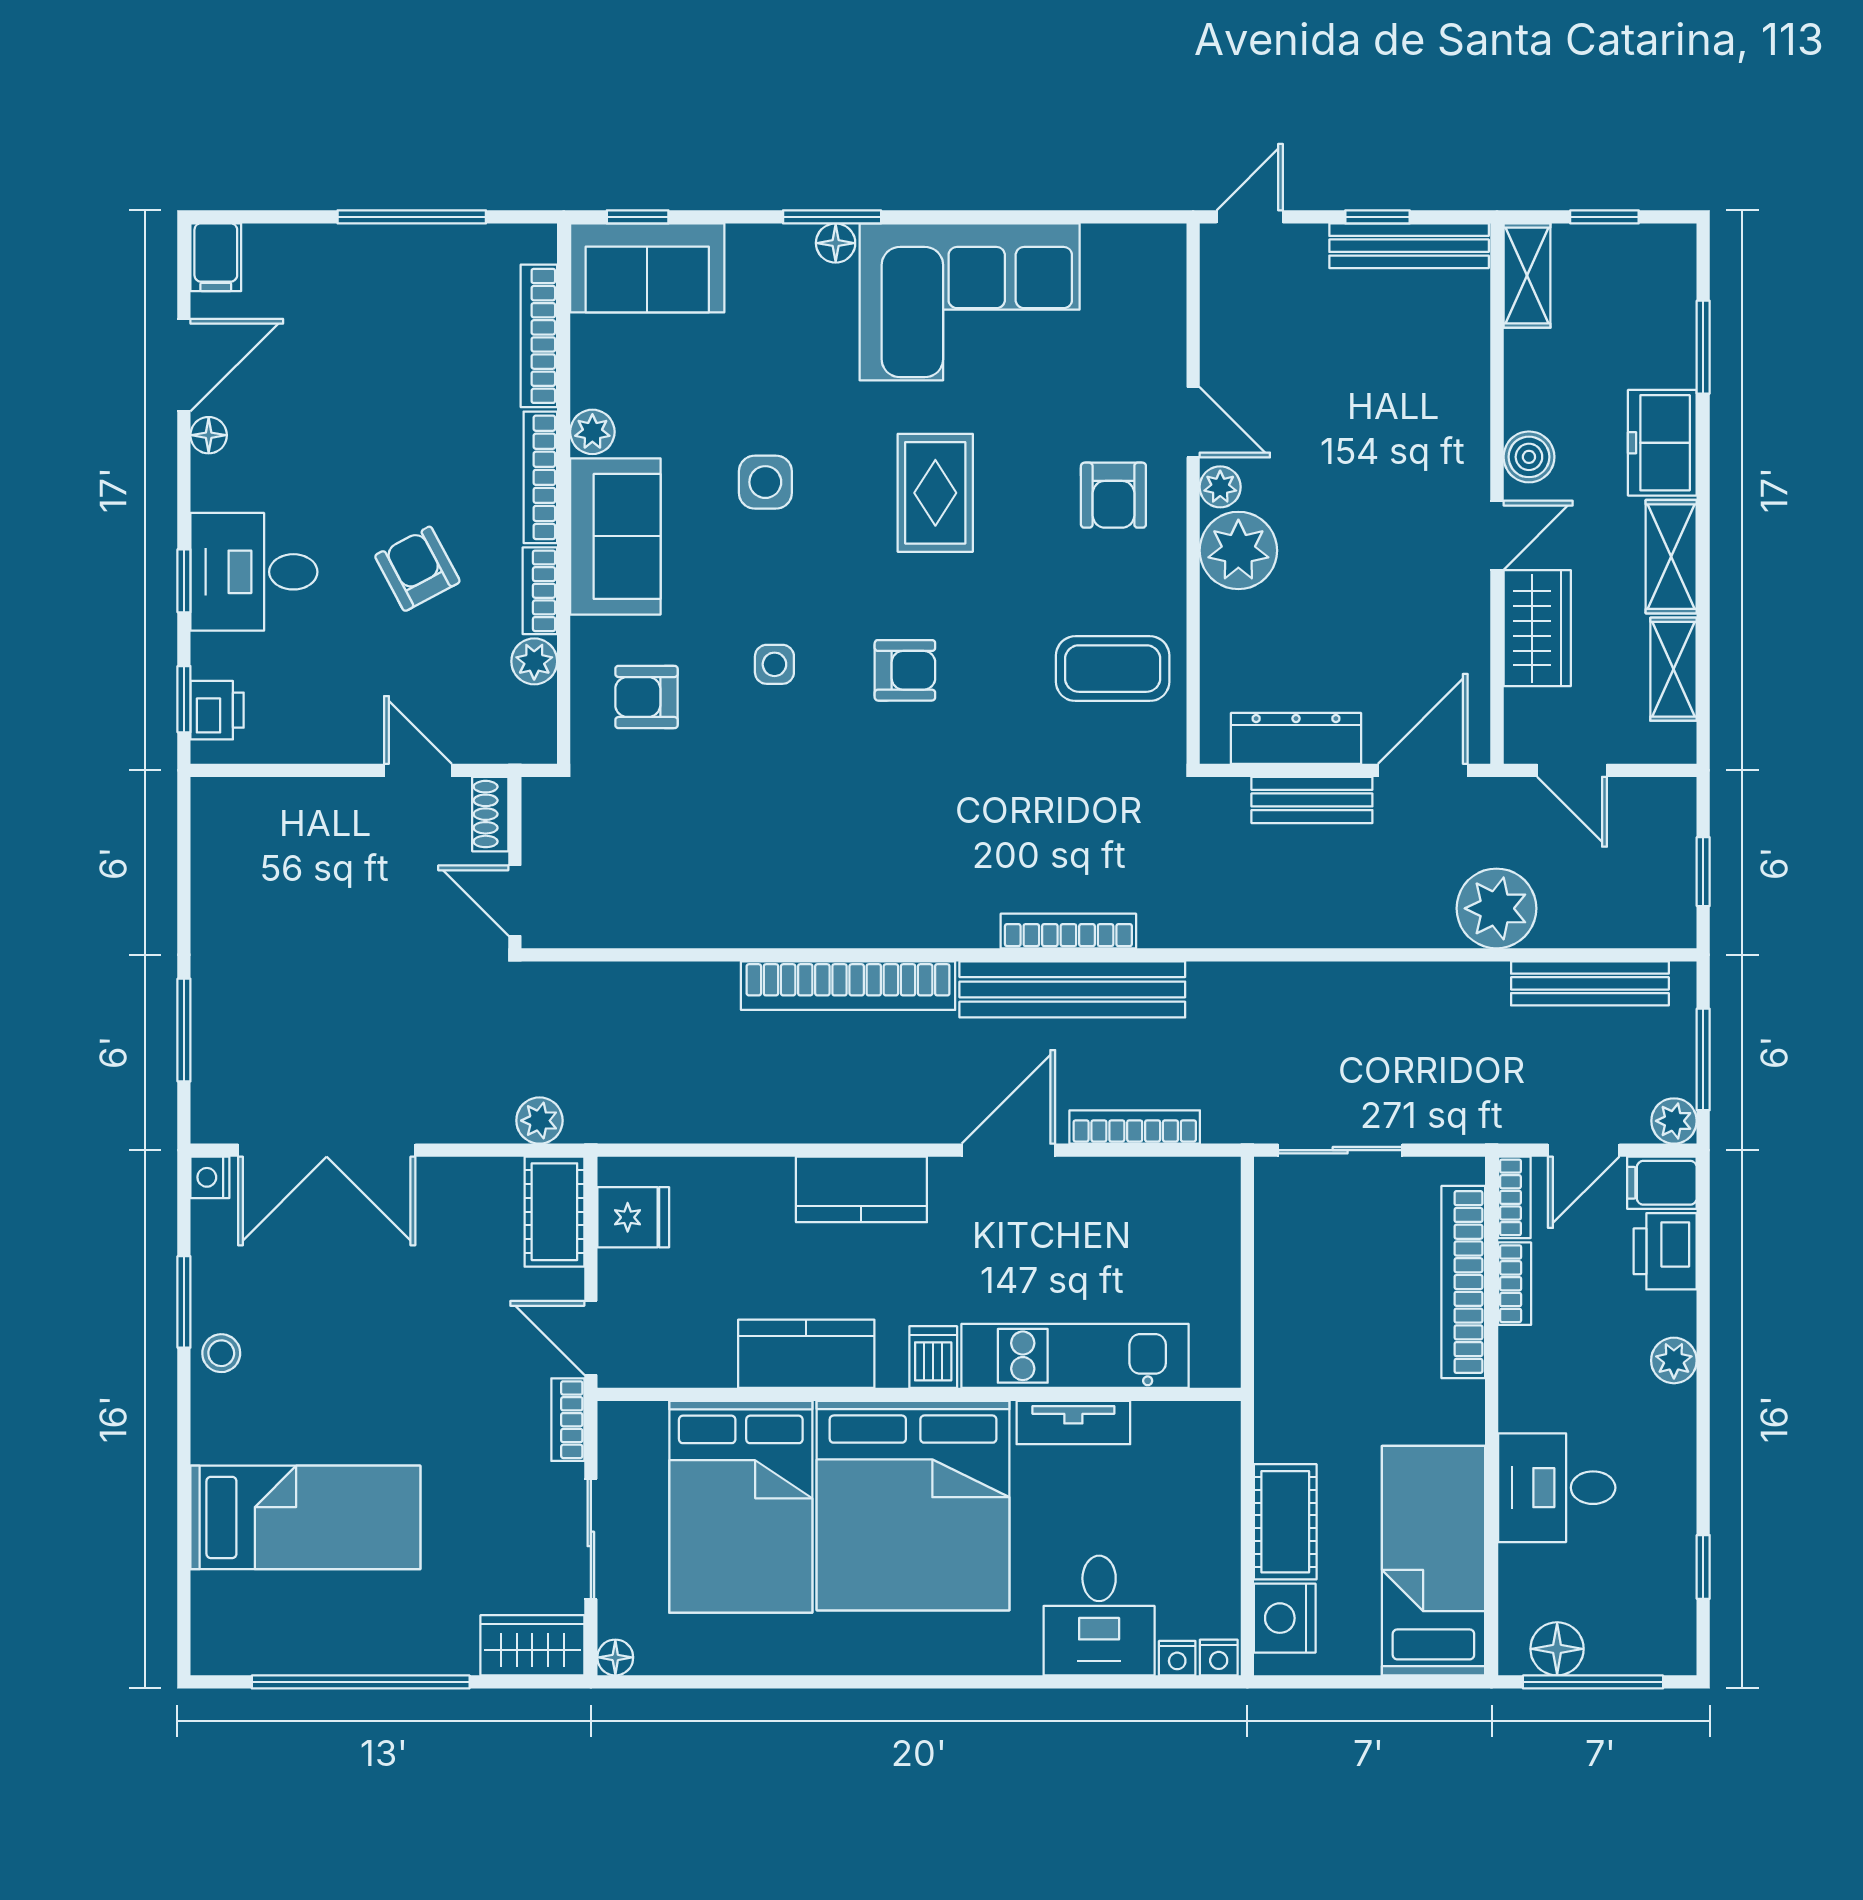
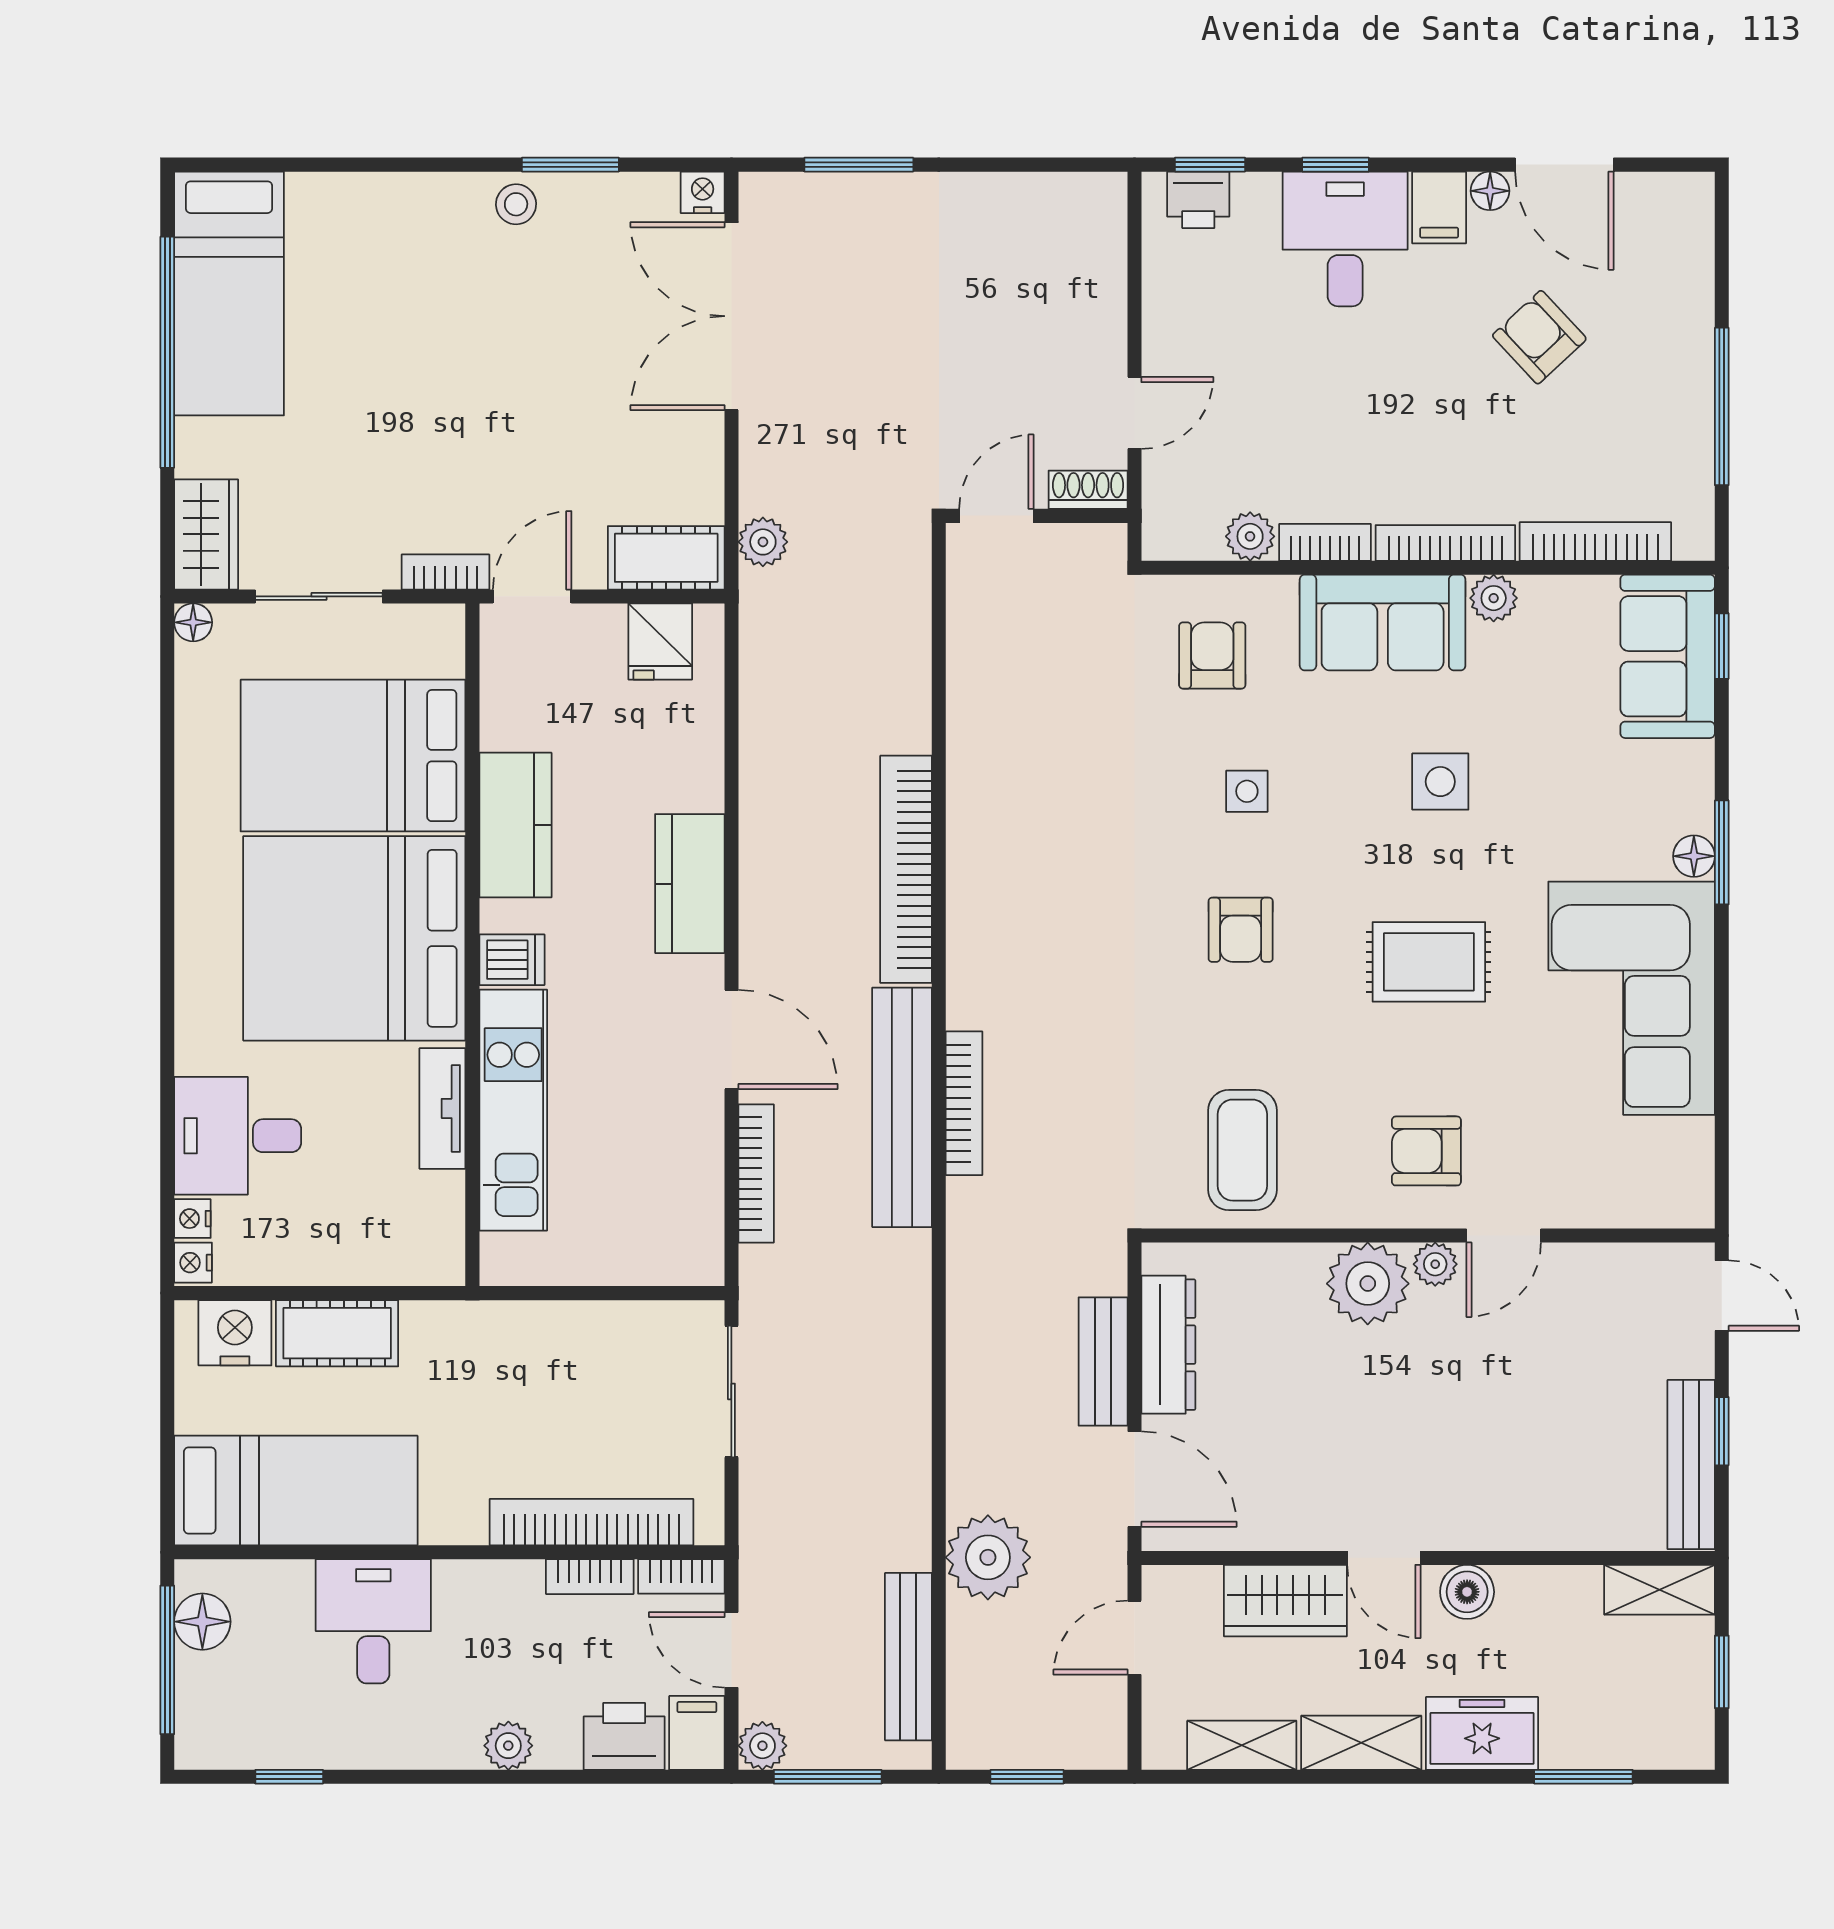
filing cabinet: (216, 257) -> (1439, 207), moved, turned -90
armchair: (417, 569) -> (1539, 337), moved, turned -105
bed: (305, 1517) -> (229, 294), moved

